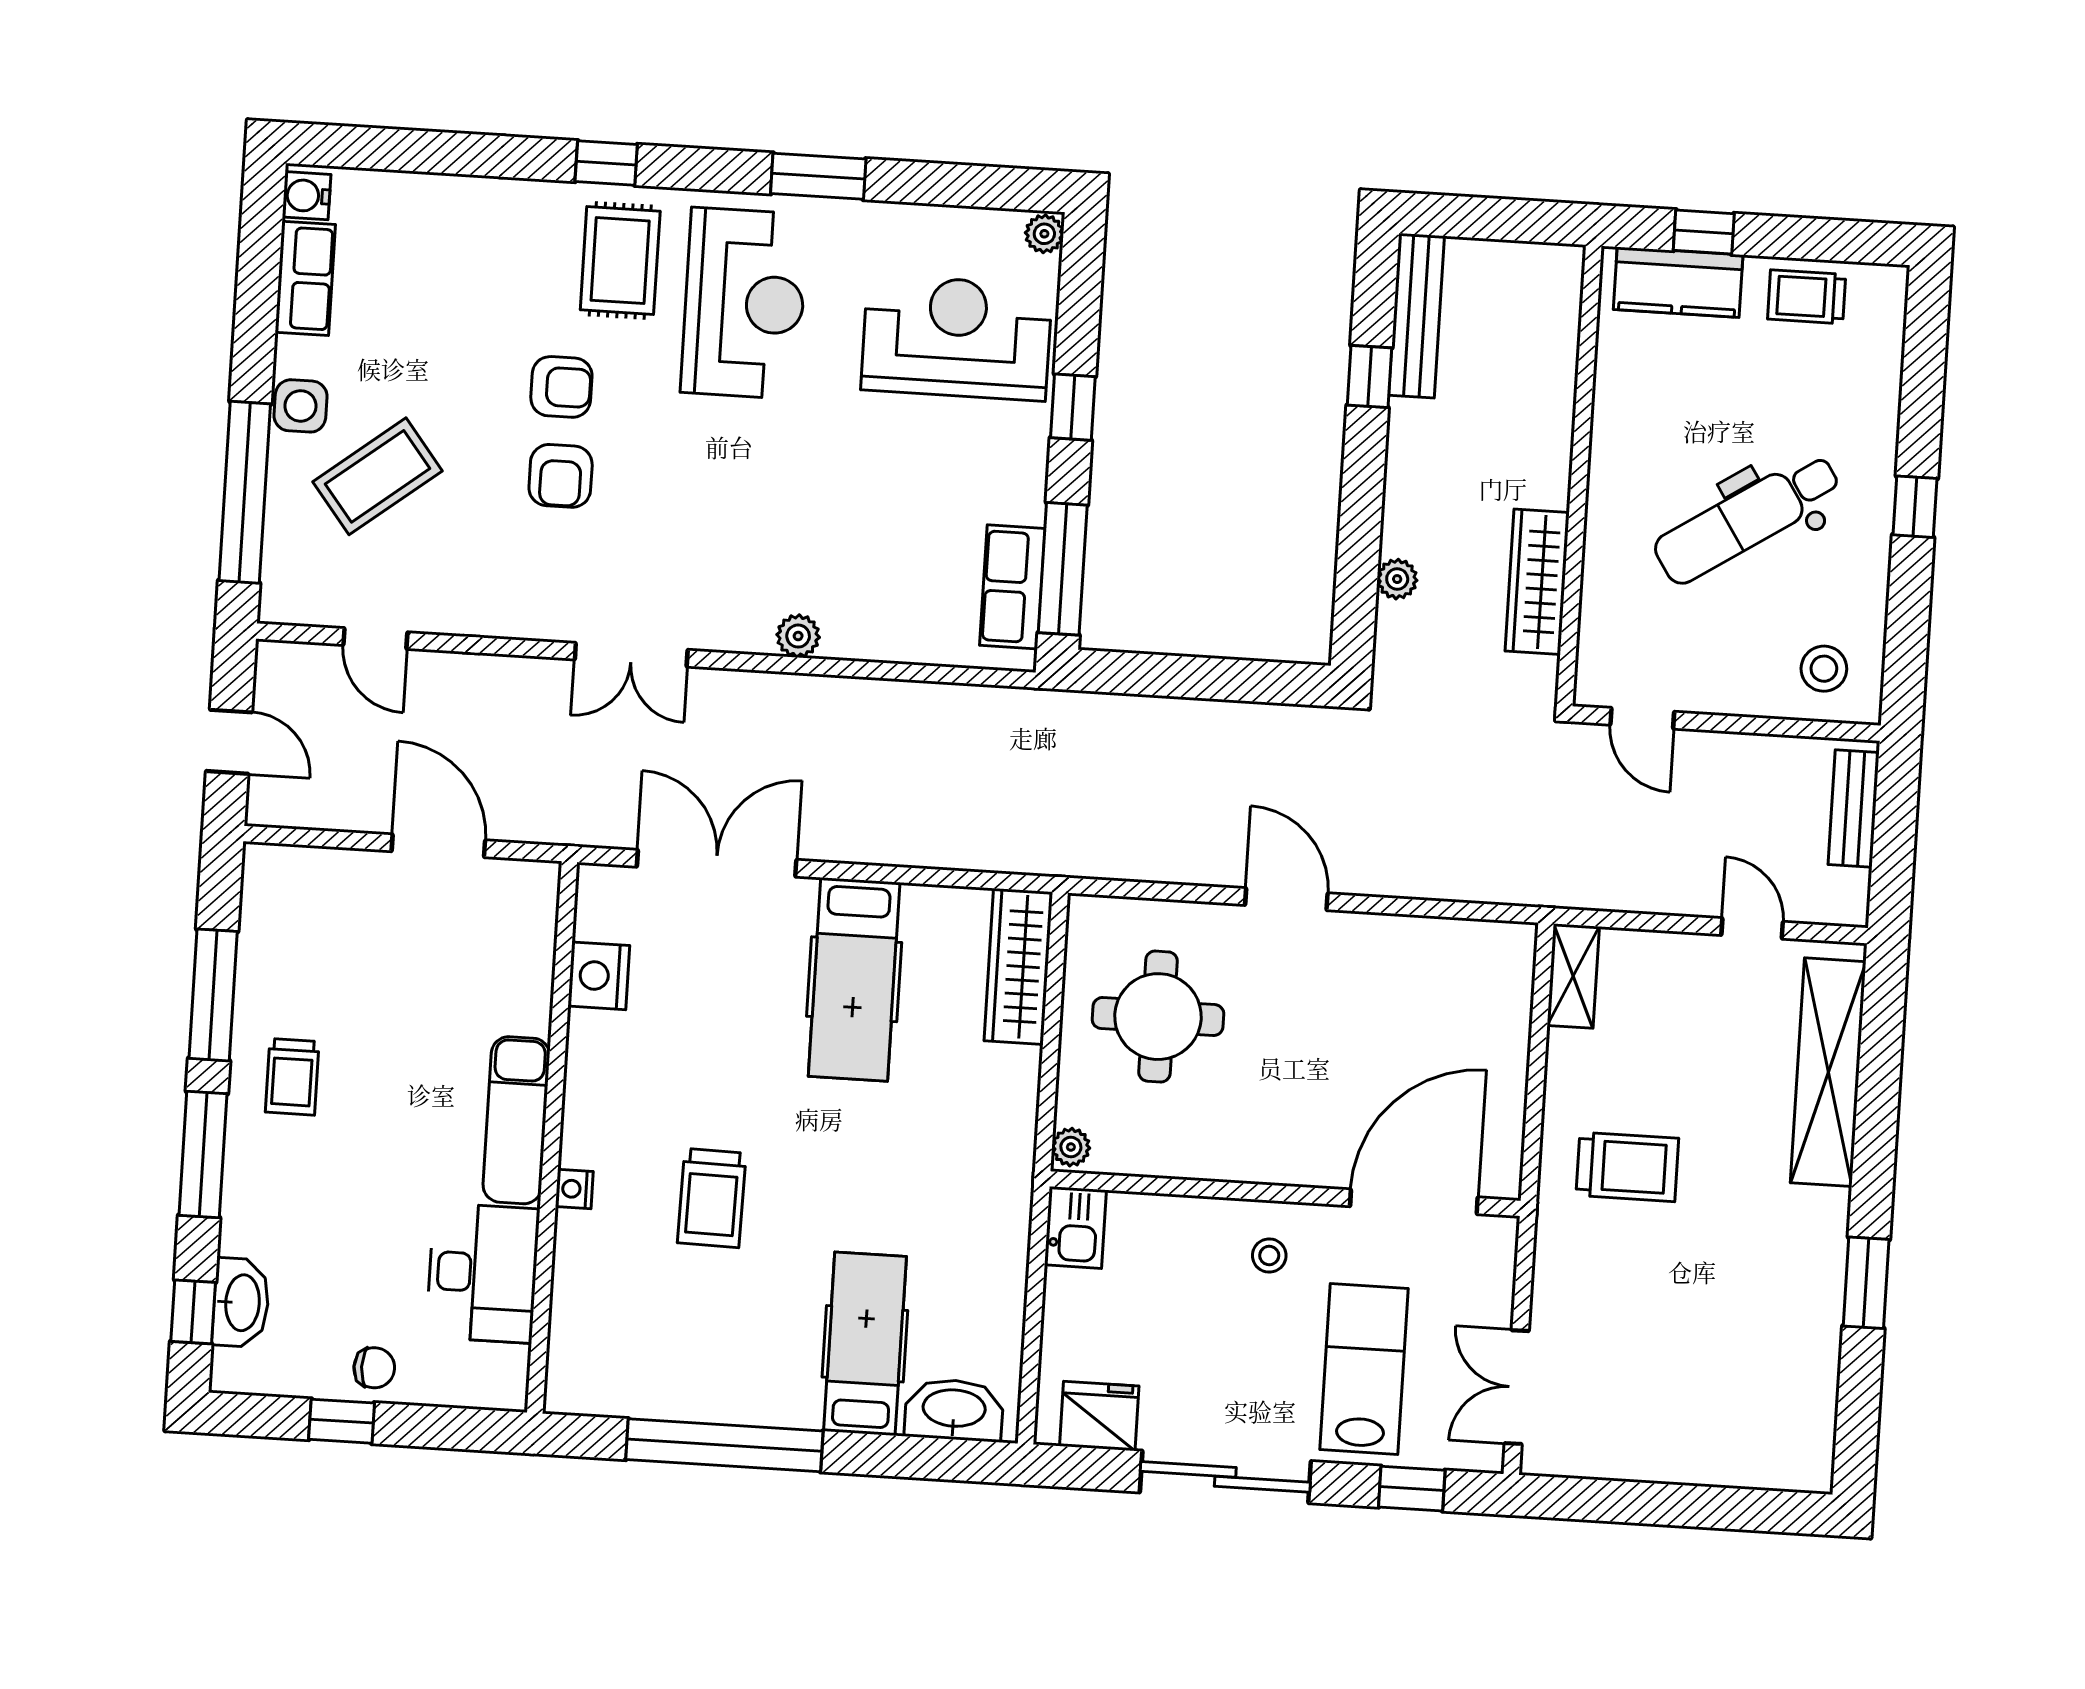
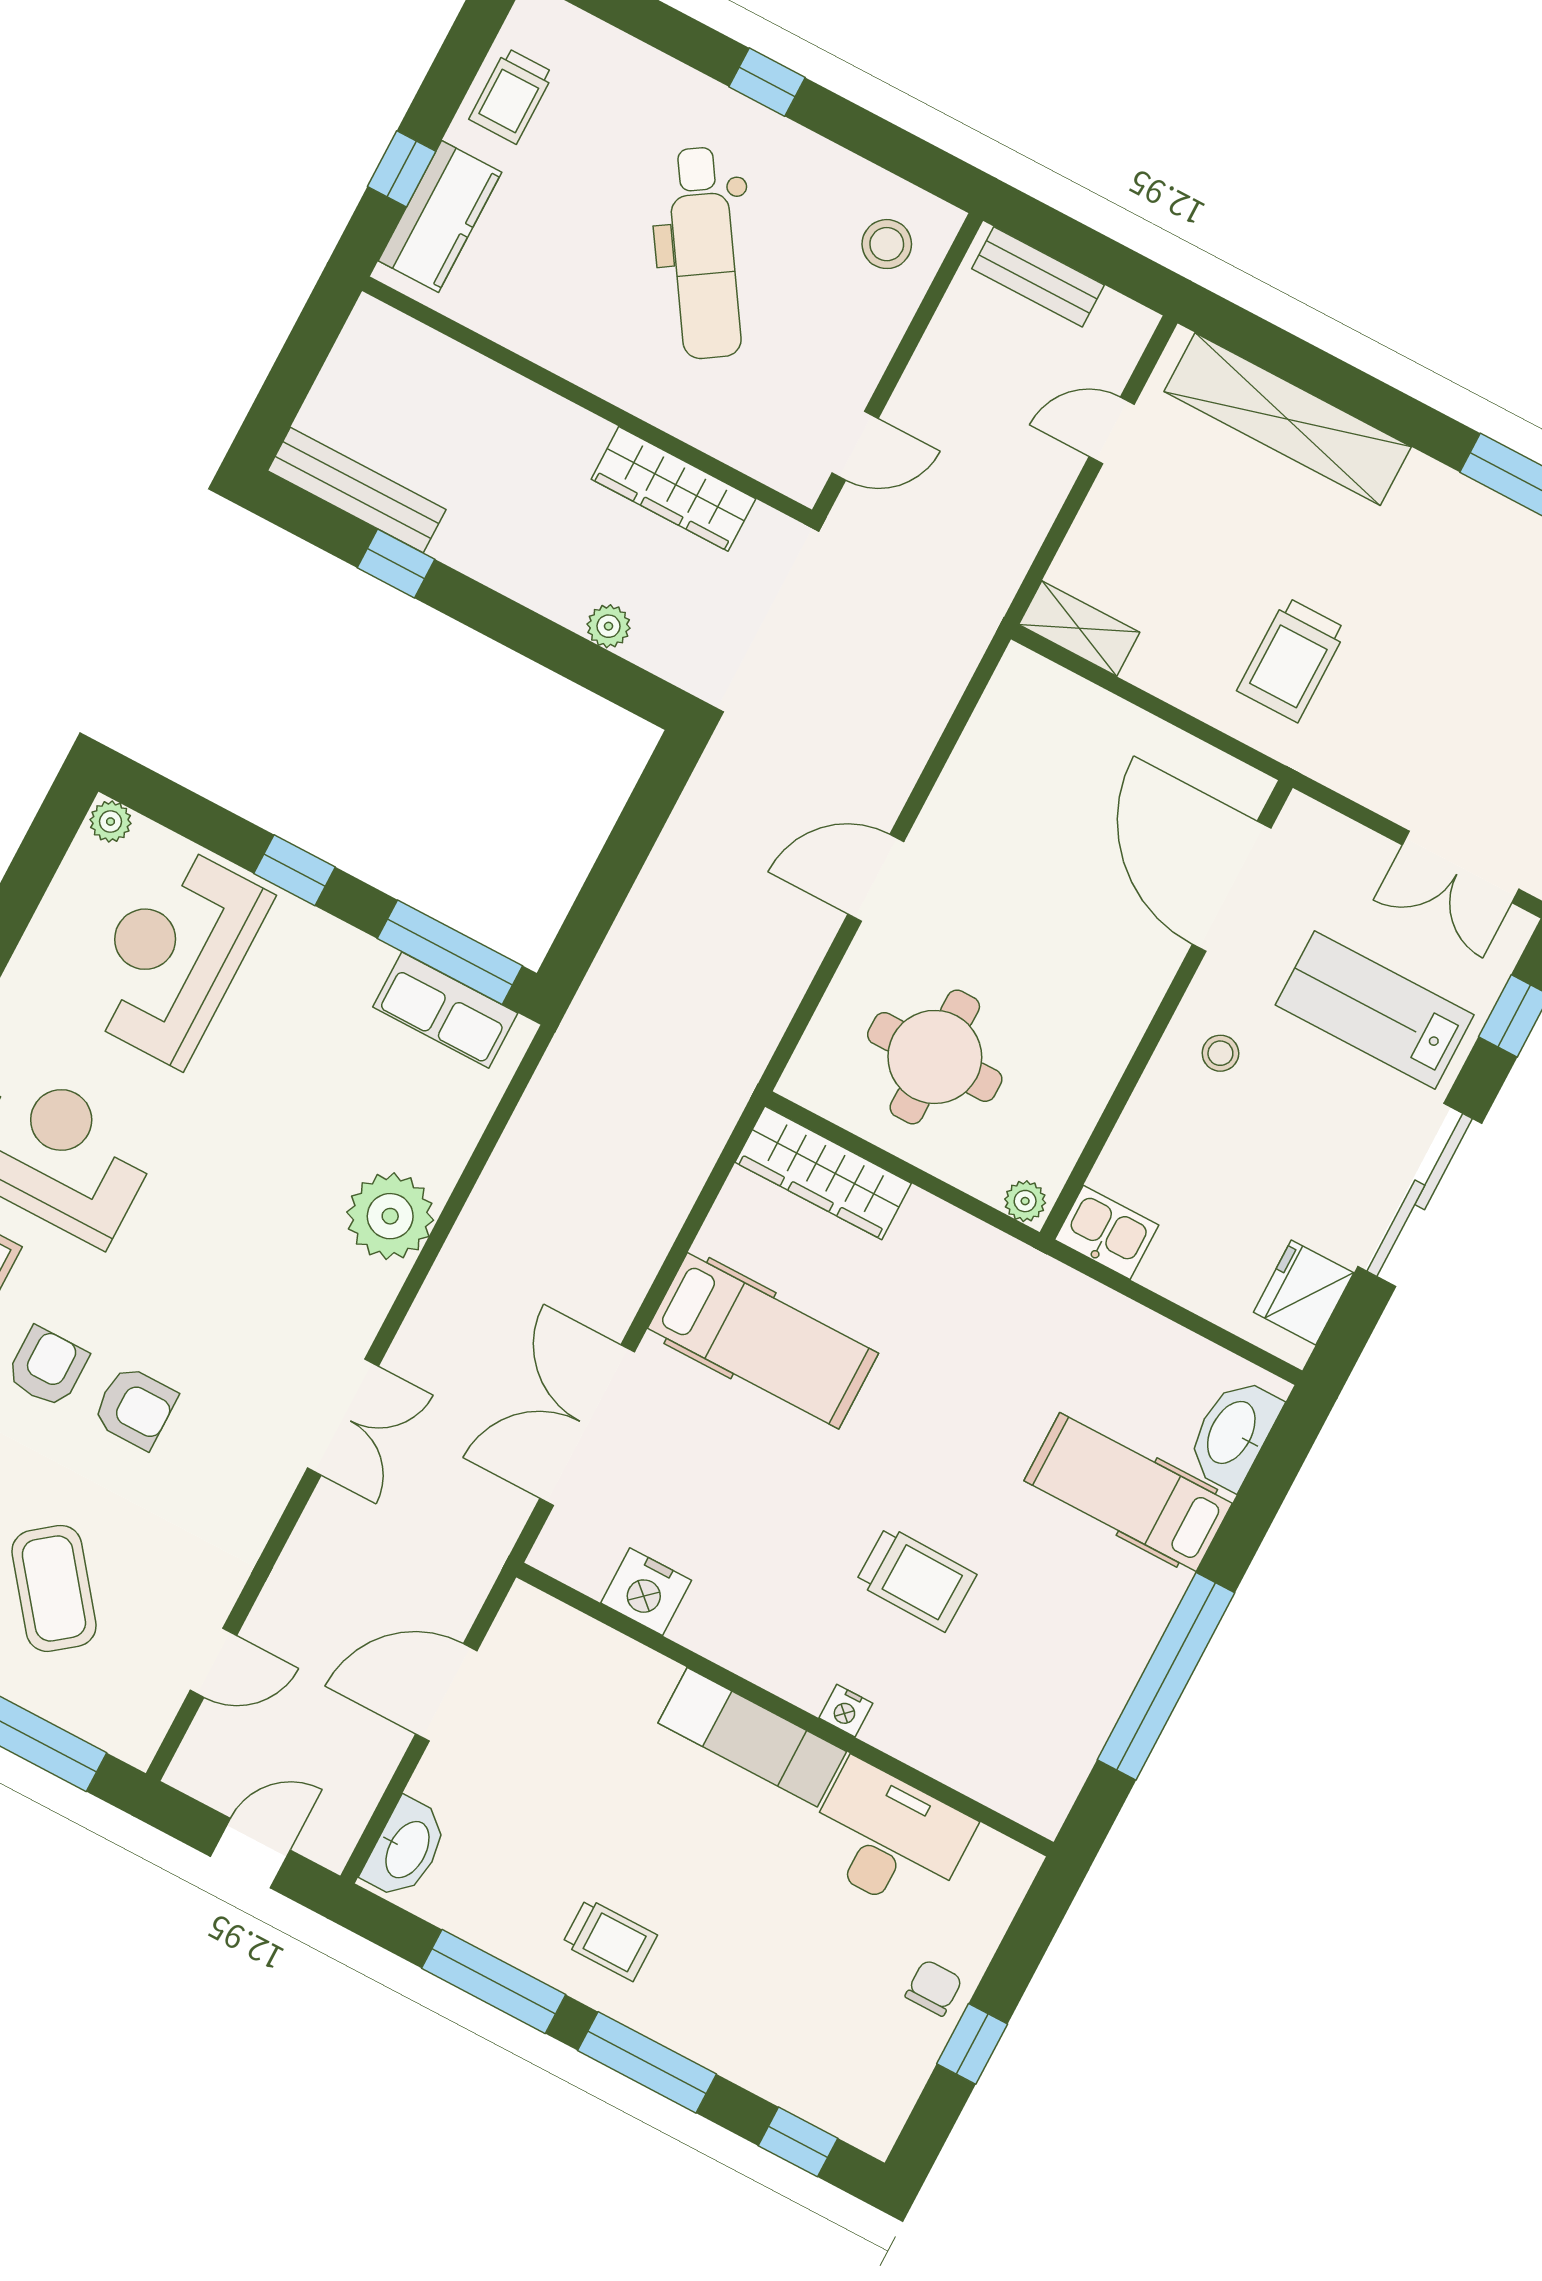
plant: (798, 636) -> (390, 1216), width x1.88, depth x1.88
trolley: (1627, 1167) -> (1292, 660), turned 180
washbasin: (241, 1303) -> (406, 1849), moved, turned 90

